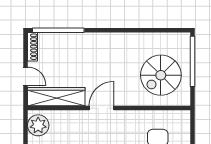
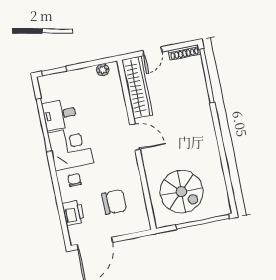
spiral stairs: (161, 75) -> (182, 192), turned 180
plant: (38, 125) -> (103, 70), width x0.53, depth x0.53

